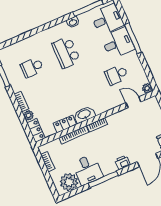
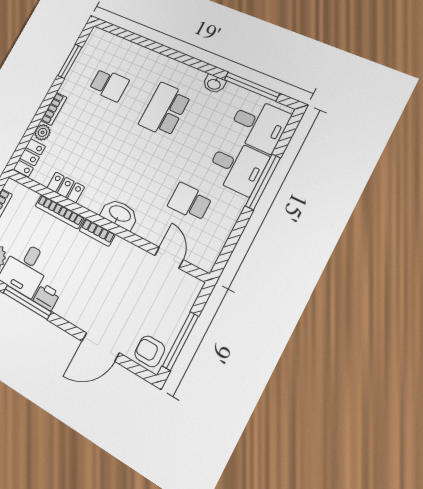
school desk: (32, 67) -> (109, 85), turned 180
plant: (147, 88) -> (206, 262), removed
washbasin: (84, 115) -> (120, 214), moved
printer: (123, 162) -> (47, 297), moved

